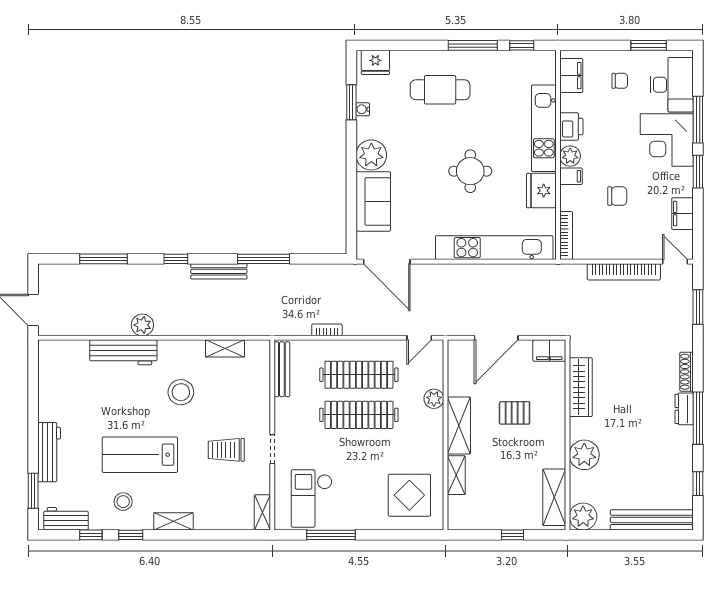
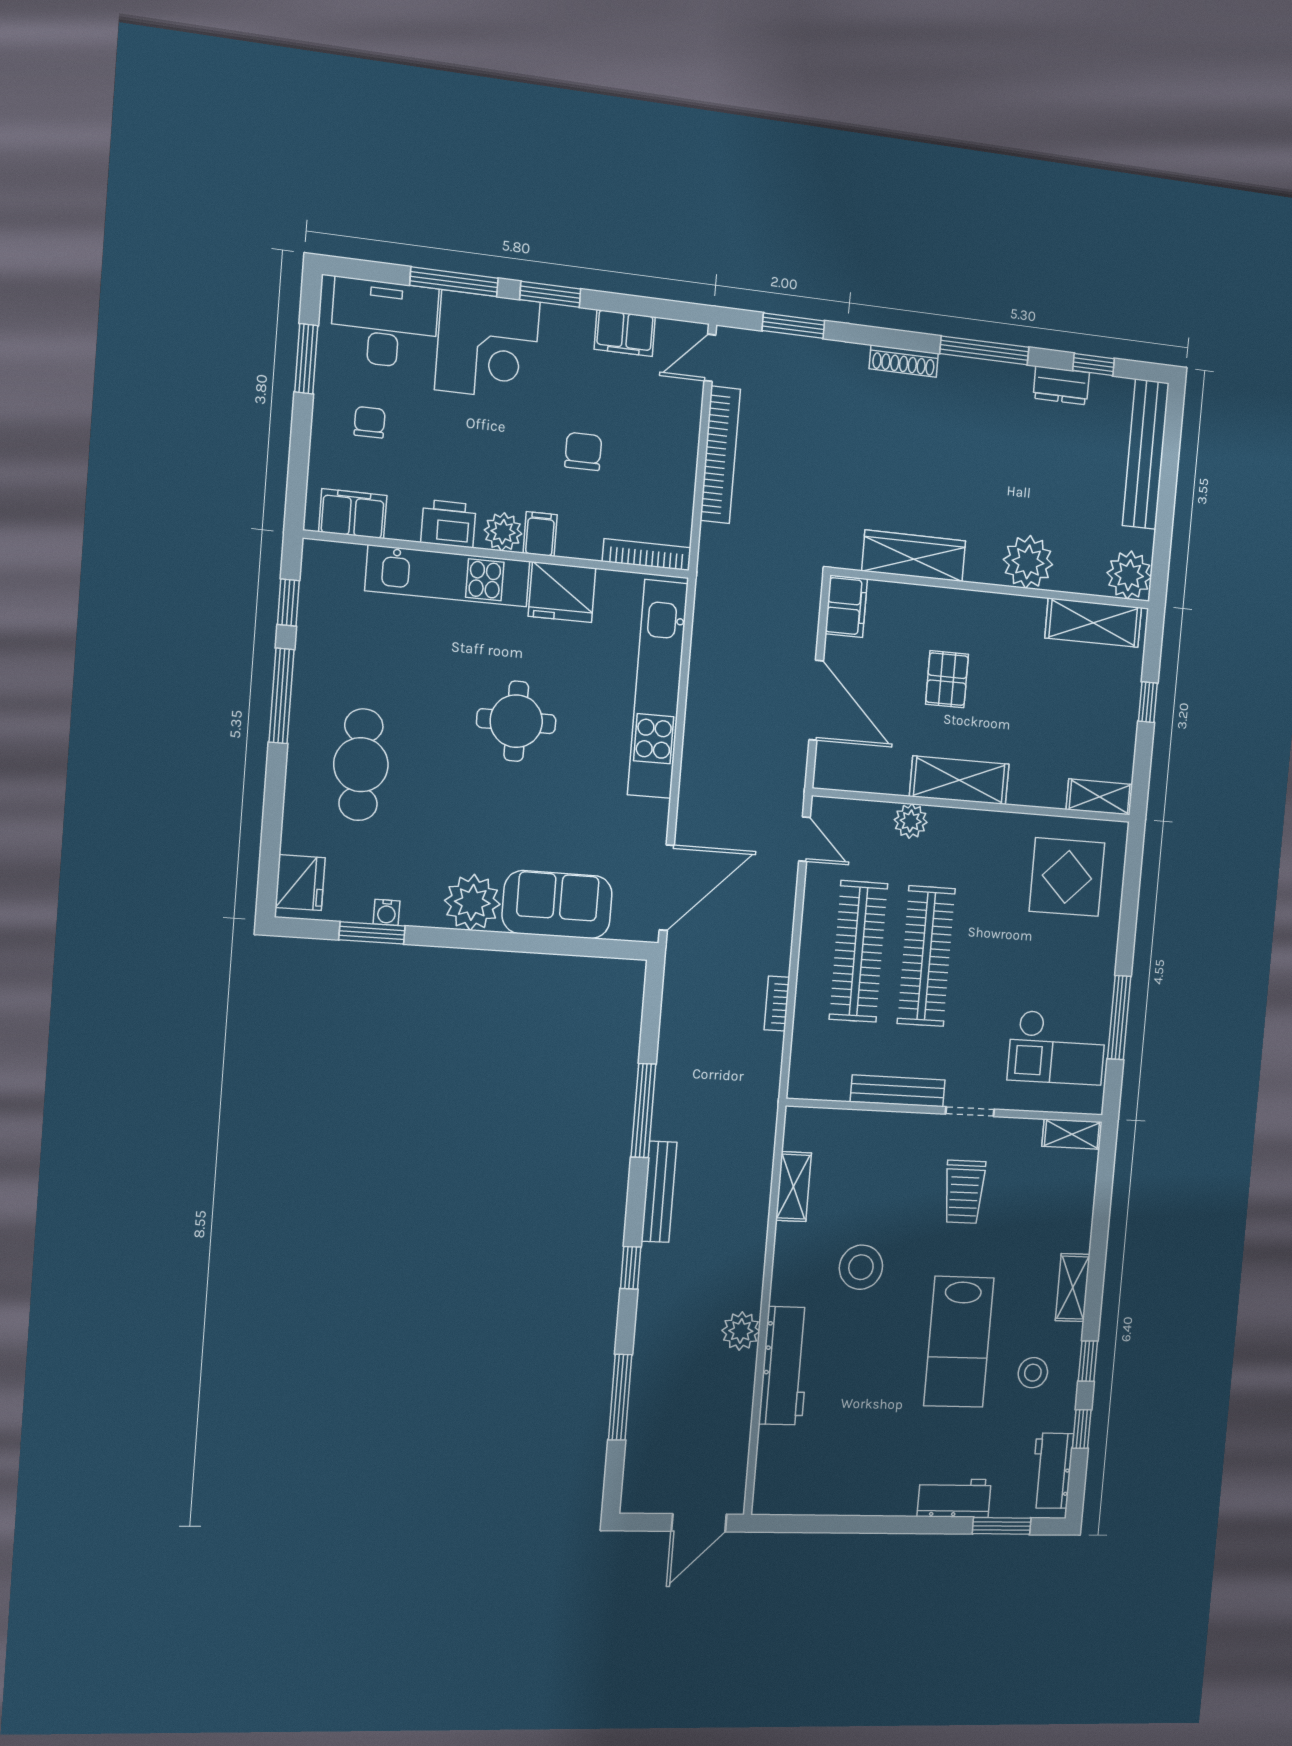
bench: (282, 369) -> (898, 1091), moved
dresser: (684, 409) -> (1061, 385), moved
workbench: (49, 452) -> (954, 1498), width x0.73
shelving: (456, 475) -> (1100, 797), moved

